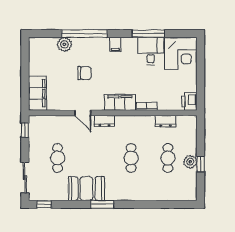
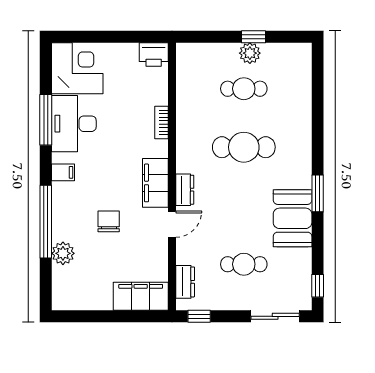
desk: (151, 51) -> (74, 124), width x1.37
filing cabinet: (120, 102) -> (155, 183), moved
dresser: (166, 121) -> (185, 282), moved
cafe table: (131, 158) -> (244, 147), width x1.37, depth x1.35

